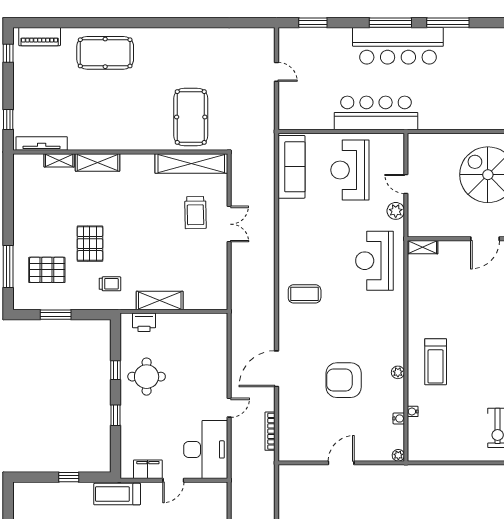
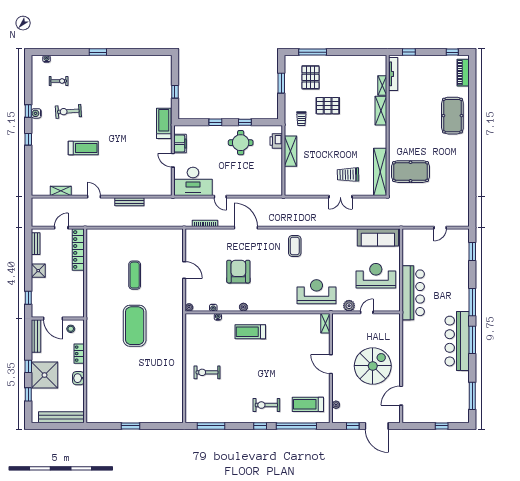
bar counter: (398, 46) -> (457, 341), moved

